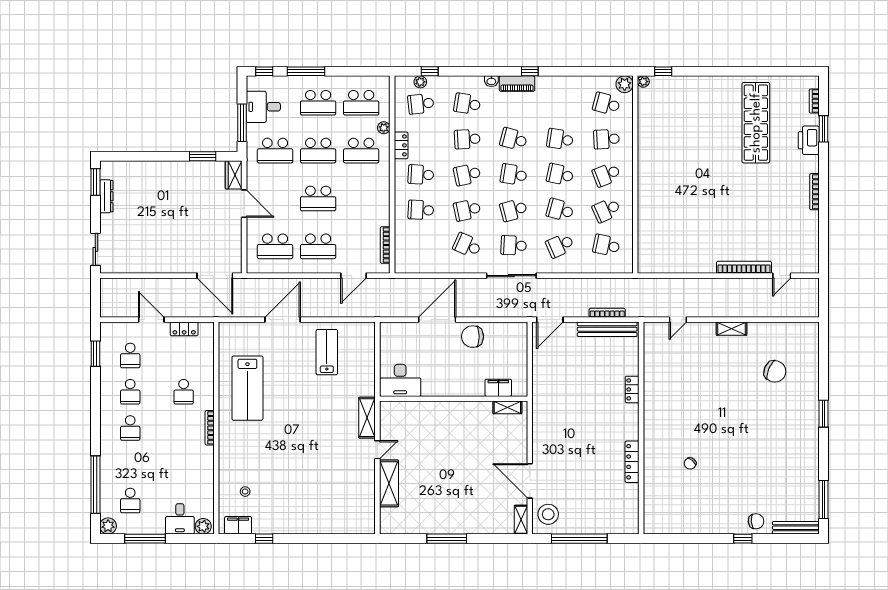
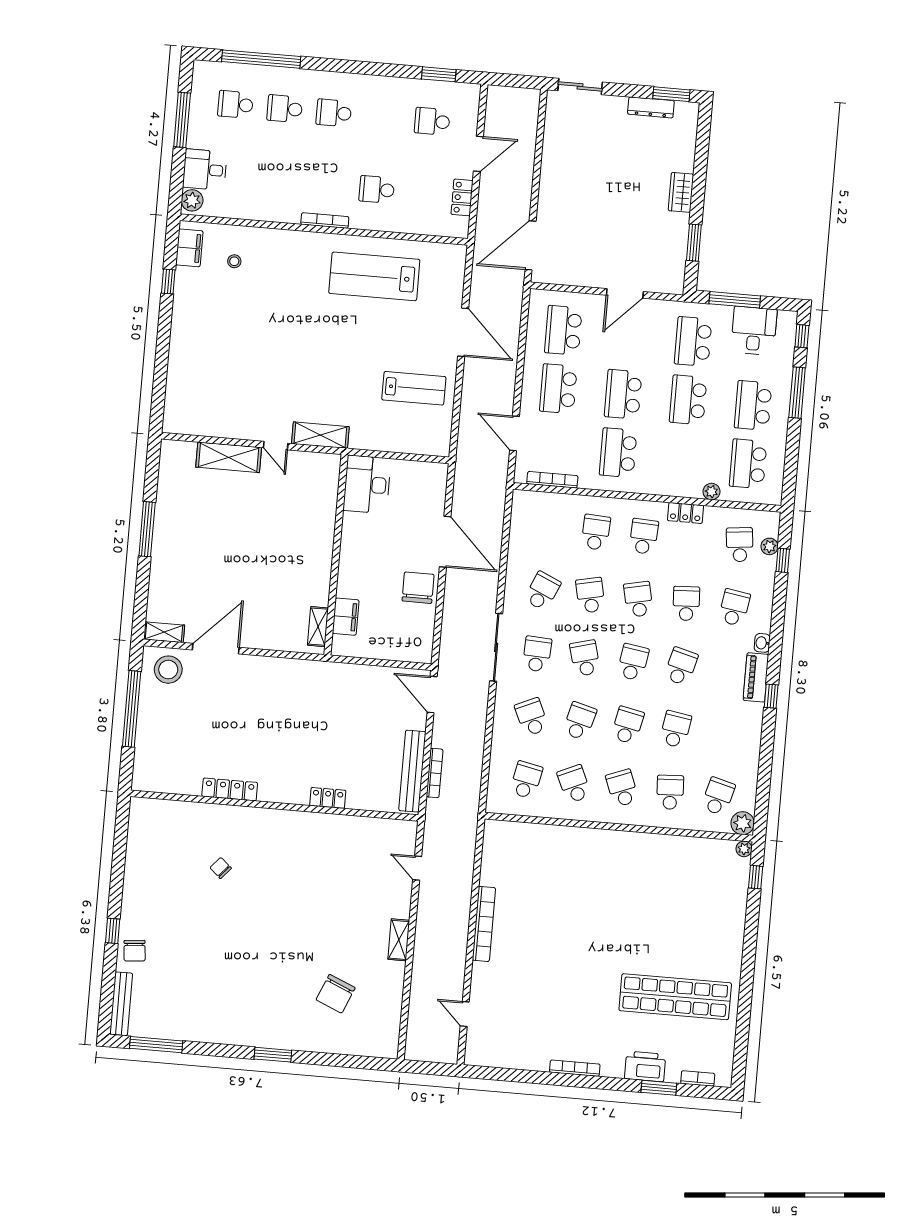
school desk: (361, 151) -> (618, 453), moved
wardrobe: (234, 175) -> (681, 192), moved, turned -90
bookcase: (744, 267) -> (484, 924), moved
school desk: (130, 392) -> (285, 109), moved
plant: (108, 526) -> (204, 71), removed

